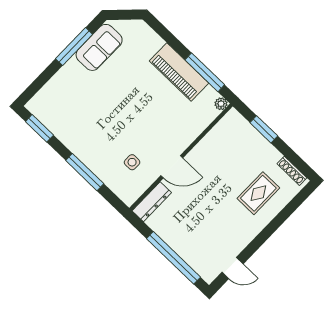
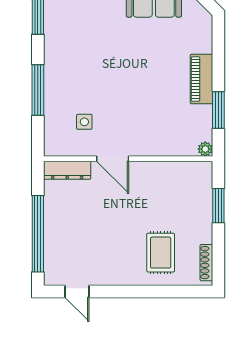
piano: (179, 72) -> (202, 79), width x0.73, depth x0.75
window: (205, 72) -> (218, 110), width x0.69
rug: (258, 193) -> (161, 253), turned 90

